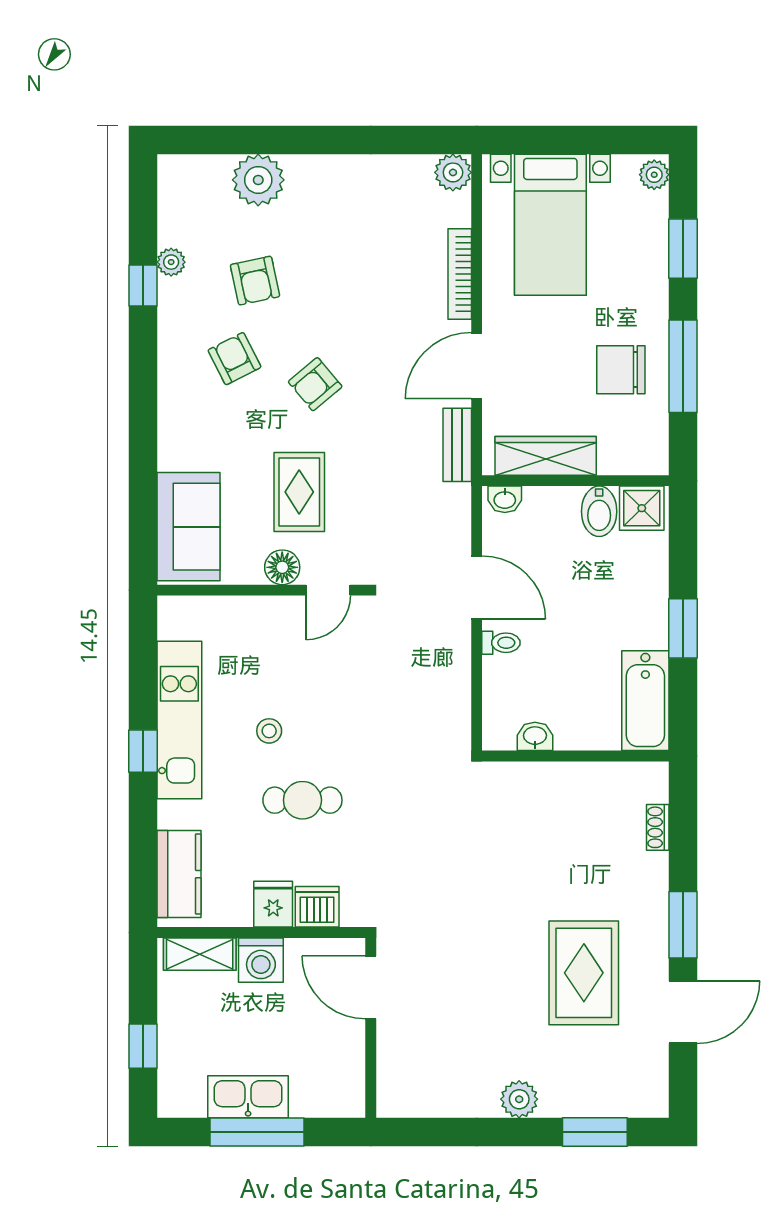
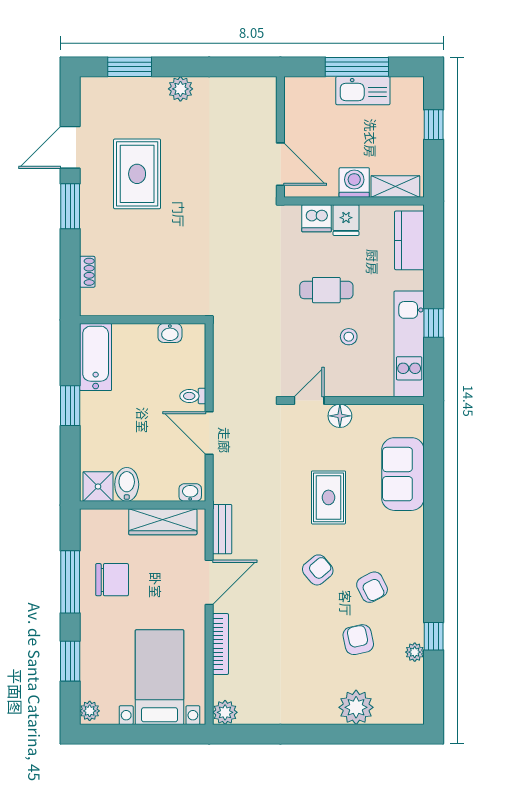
floor lamp: (282, 567) -> (340, 416), moved
wall: (261, 590) -> (354, 401), moved
door: (328, 590) -> (309, 401), moved

